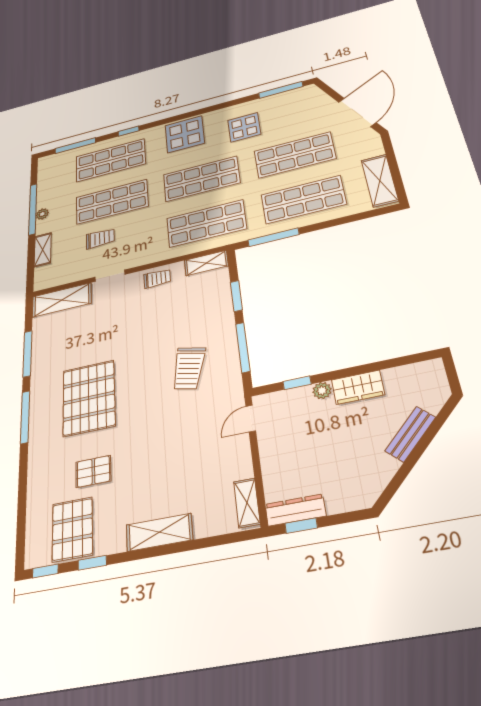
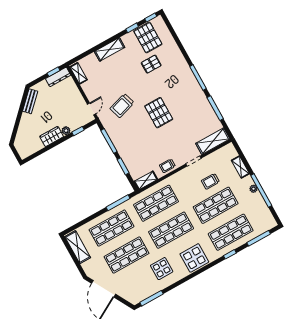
trolley: (189, 368) -> (122, 106), moved, turned -120
pallet: (89, 398) -> (159, 113), moved, width x0.73, depth x0.71
bench: (410, 434) -> (30, 101), moved

